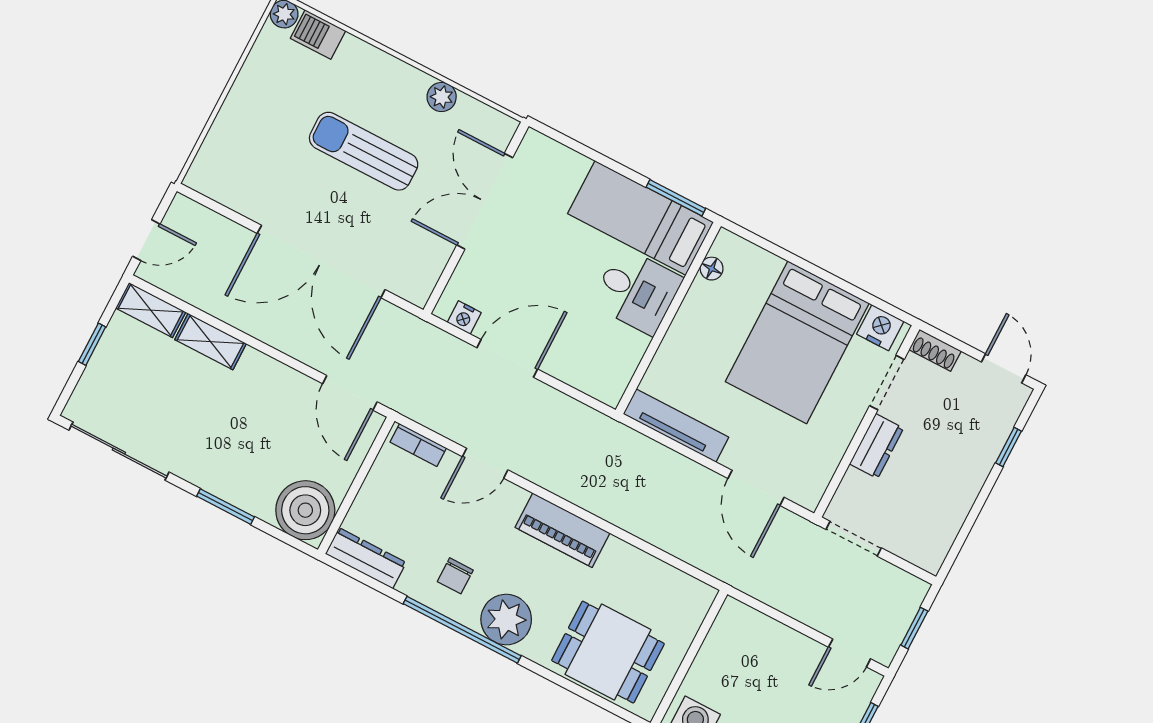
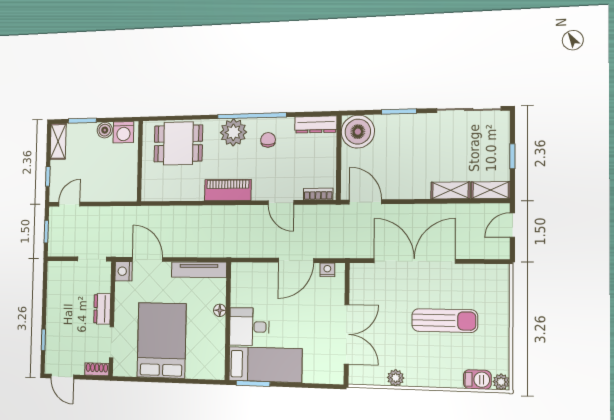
sun lounger: (364, 151) -> (445, 321), moved
floor lamp: (712, 269) -> (220, 310), moved
nightstand: (880, 328) -> (124, 271), moved, turned 90
door: (485, 463) -> (281, 203), swing flipped

